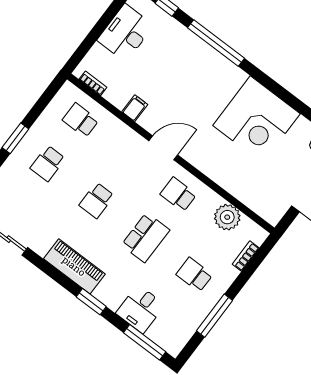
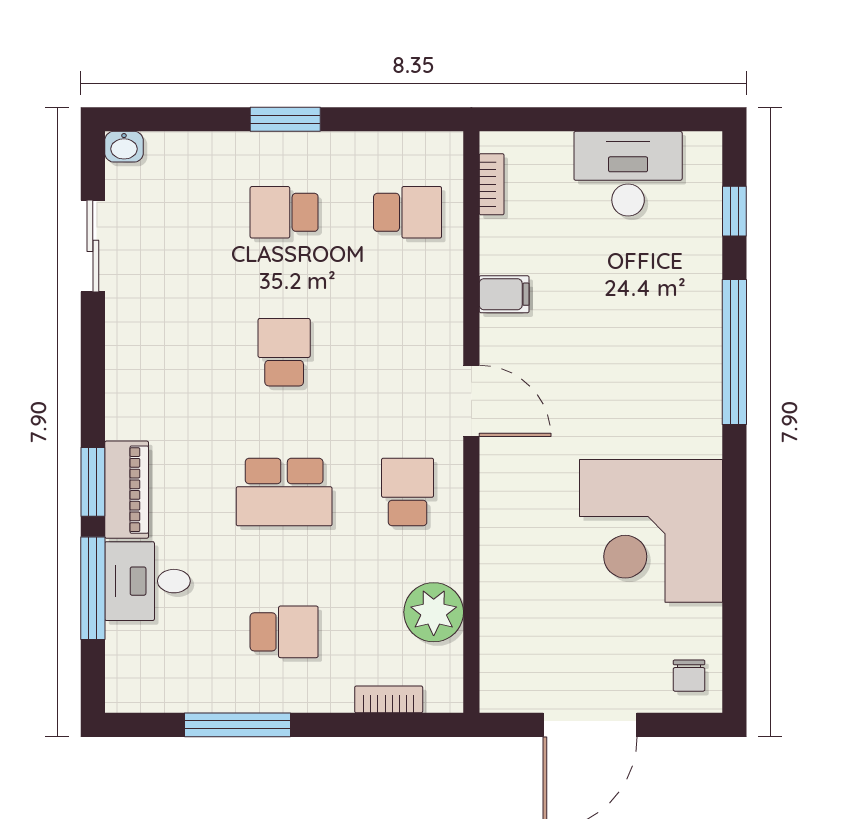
school desk: (80, 120) -> (408, 212), turned 90
school desk: (97, 200) -> (284, 352), turned 90
piano: (74, 266) -> (127, 490), moved, width x0.73, depth x0.75
school desk: (194, 275) -> (284, 632), turned 90
window: (145, 342) -> (93, 588), moved

